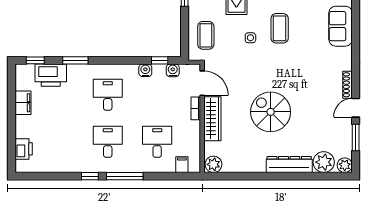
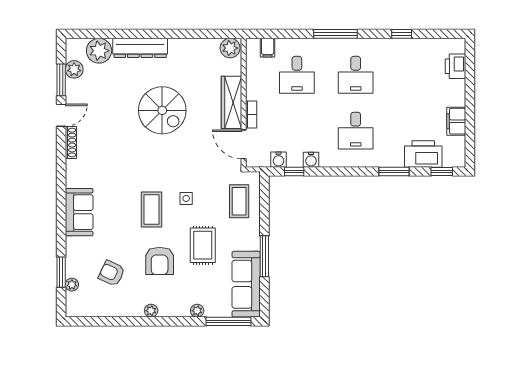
plant: (345, 165) -> (74, 69), moved
window: (90, 176) -> (402, 34), moved

